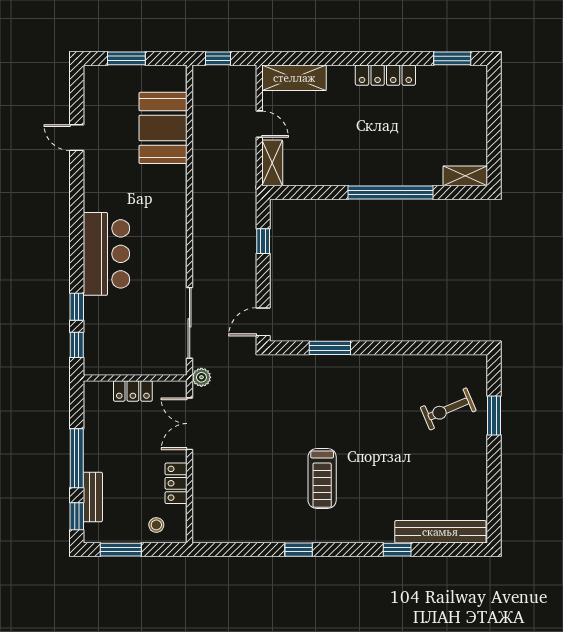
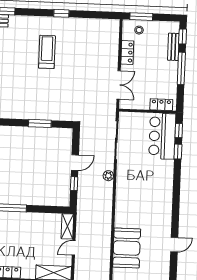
door: (259, 124) -> (74, 248), hinge flipped
door: (77, 138) -> (174, 245), hinge flipped
bar counter: (106, 254) -> (162, 136), moved
door: (263, 322) -> (75, 163), moved
plant: (201, 377) -> (108, 176), moved
locker: (133, 391) -> (161, 105), moved
window: (121, 550) -> (141, 17), moved

